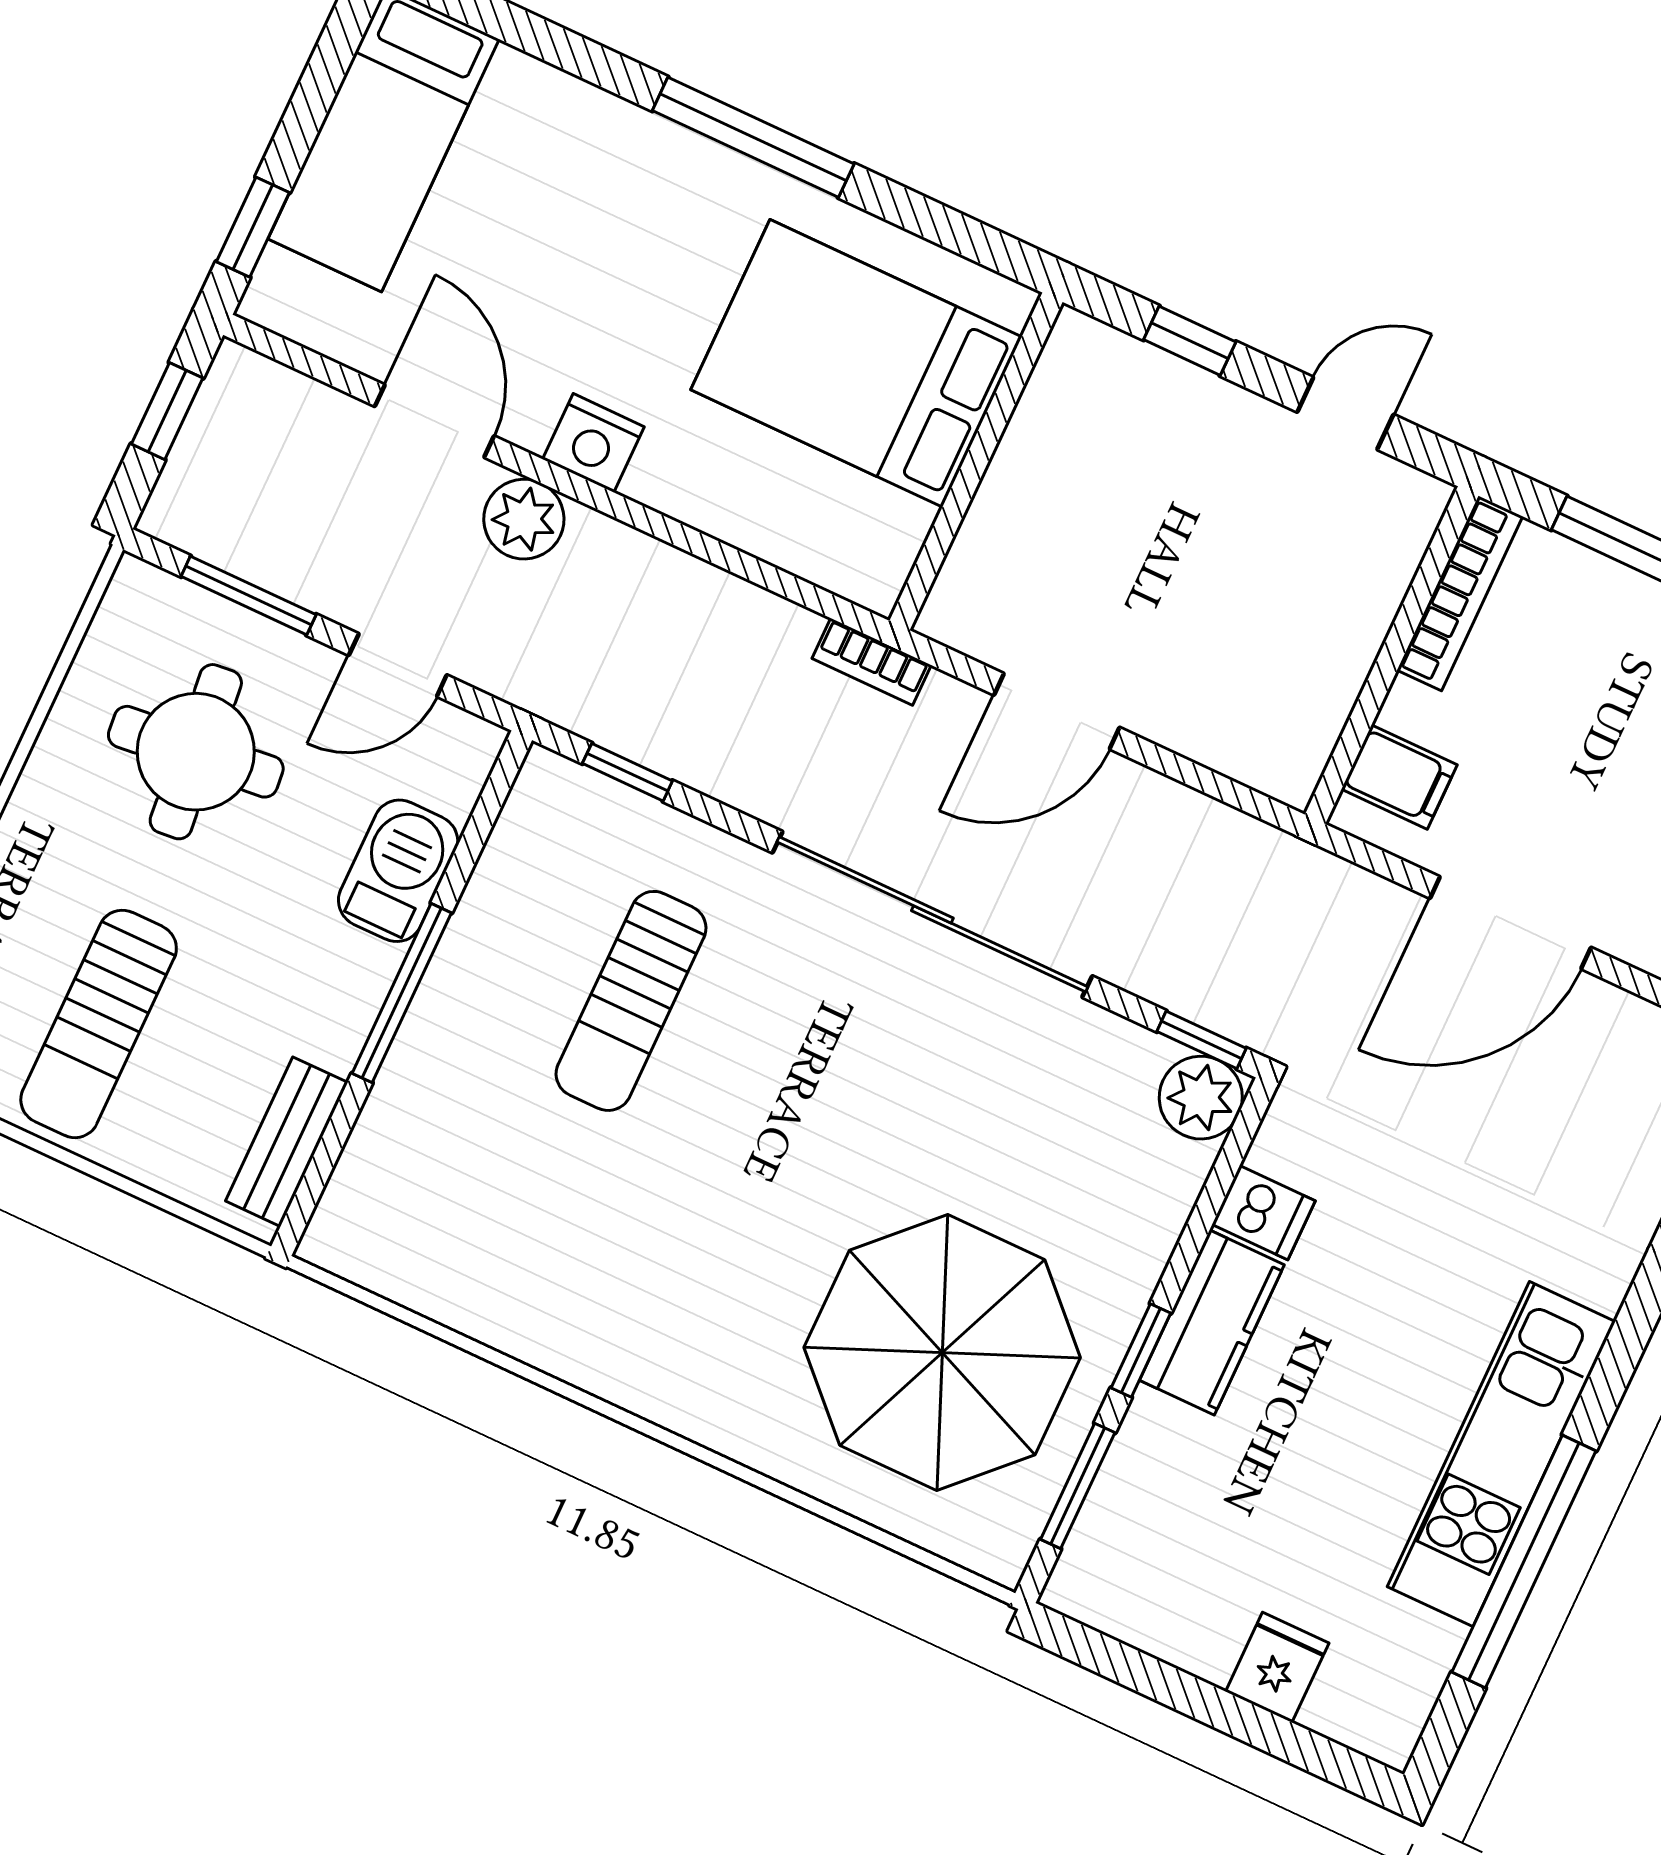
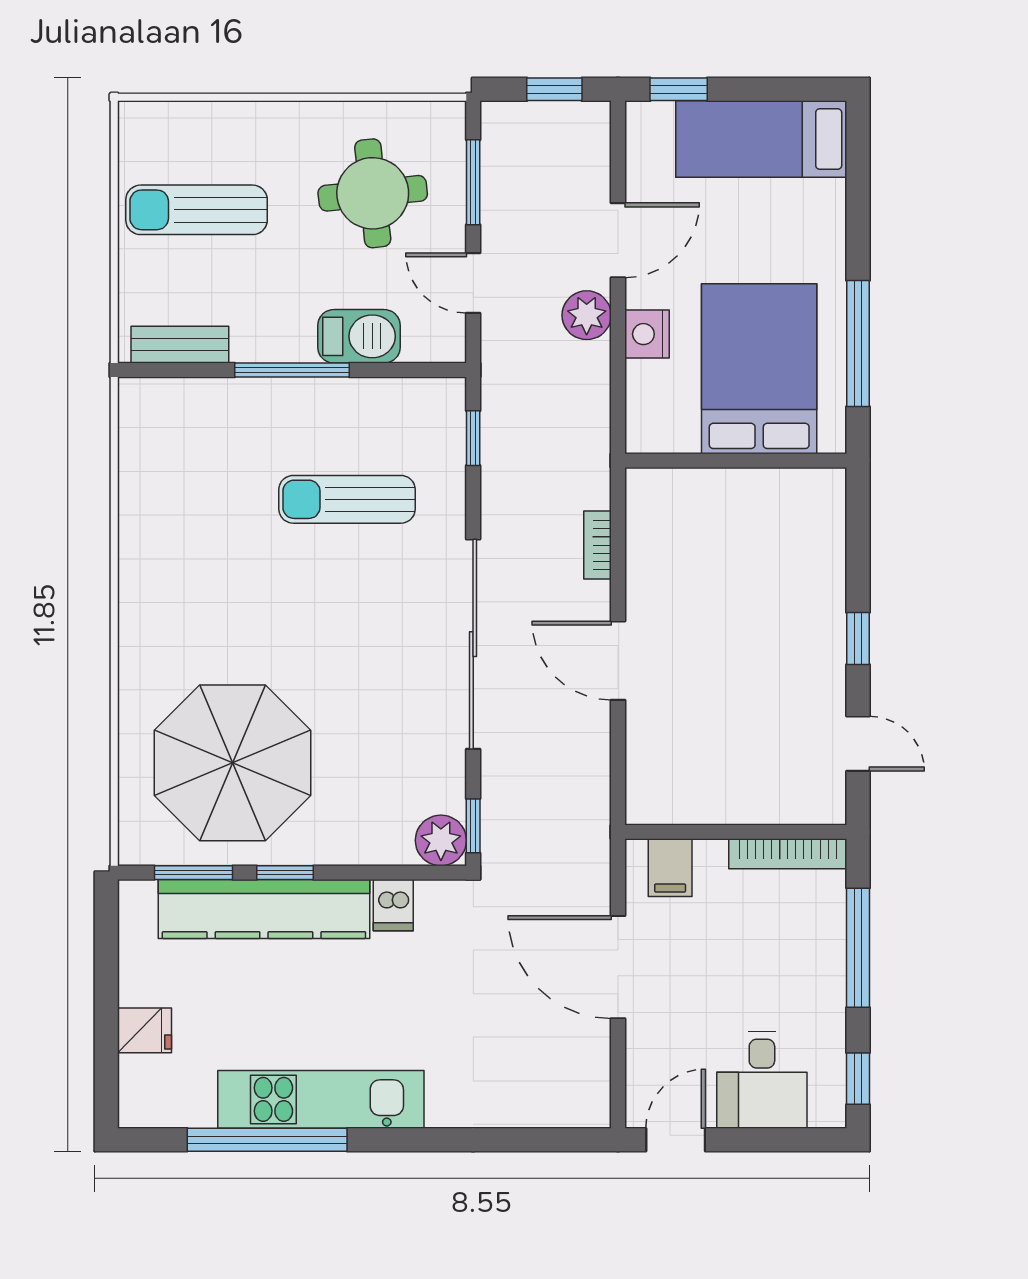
bed: (856, 363) -> (759, 369), moved
wall: (976, 461) -> (736, 461), moved
kitchen counter: (1212, 1322) -> (264, 909), width x2.08, depth x1.17

